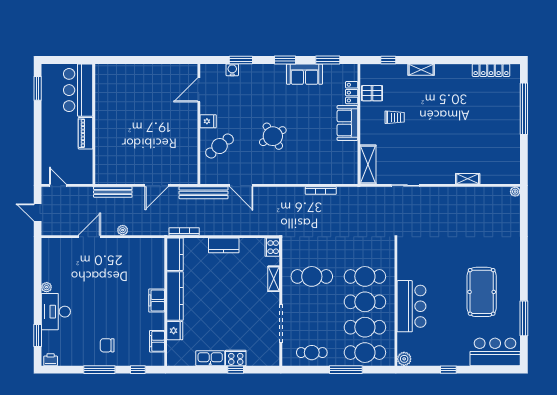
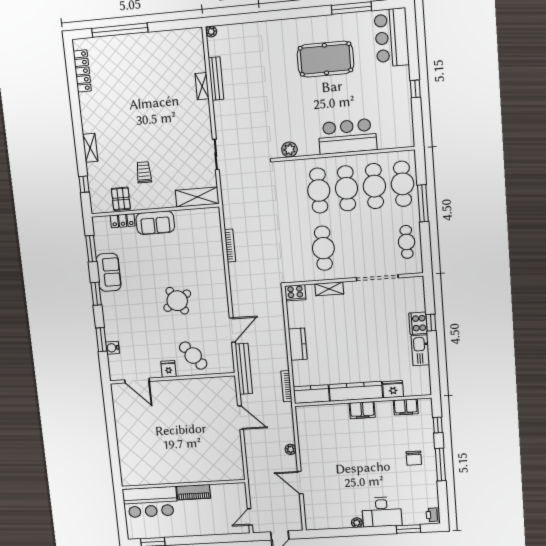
bench: (113, 192) -> (216, 79), moved
plant: (404, 359) -> (289, 150), moved

